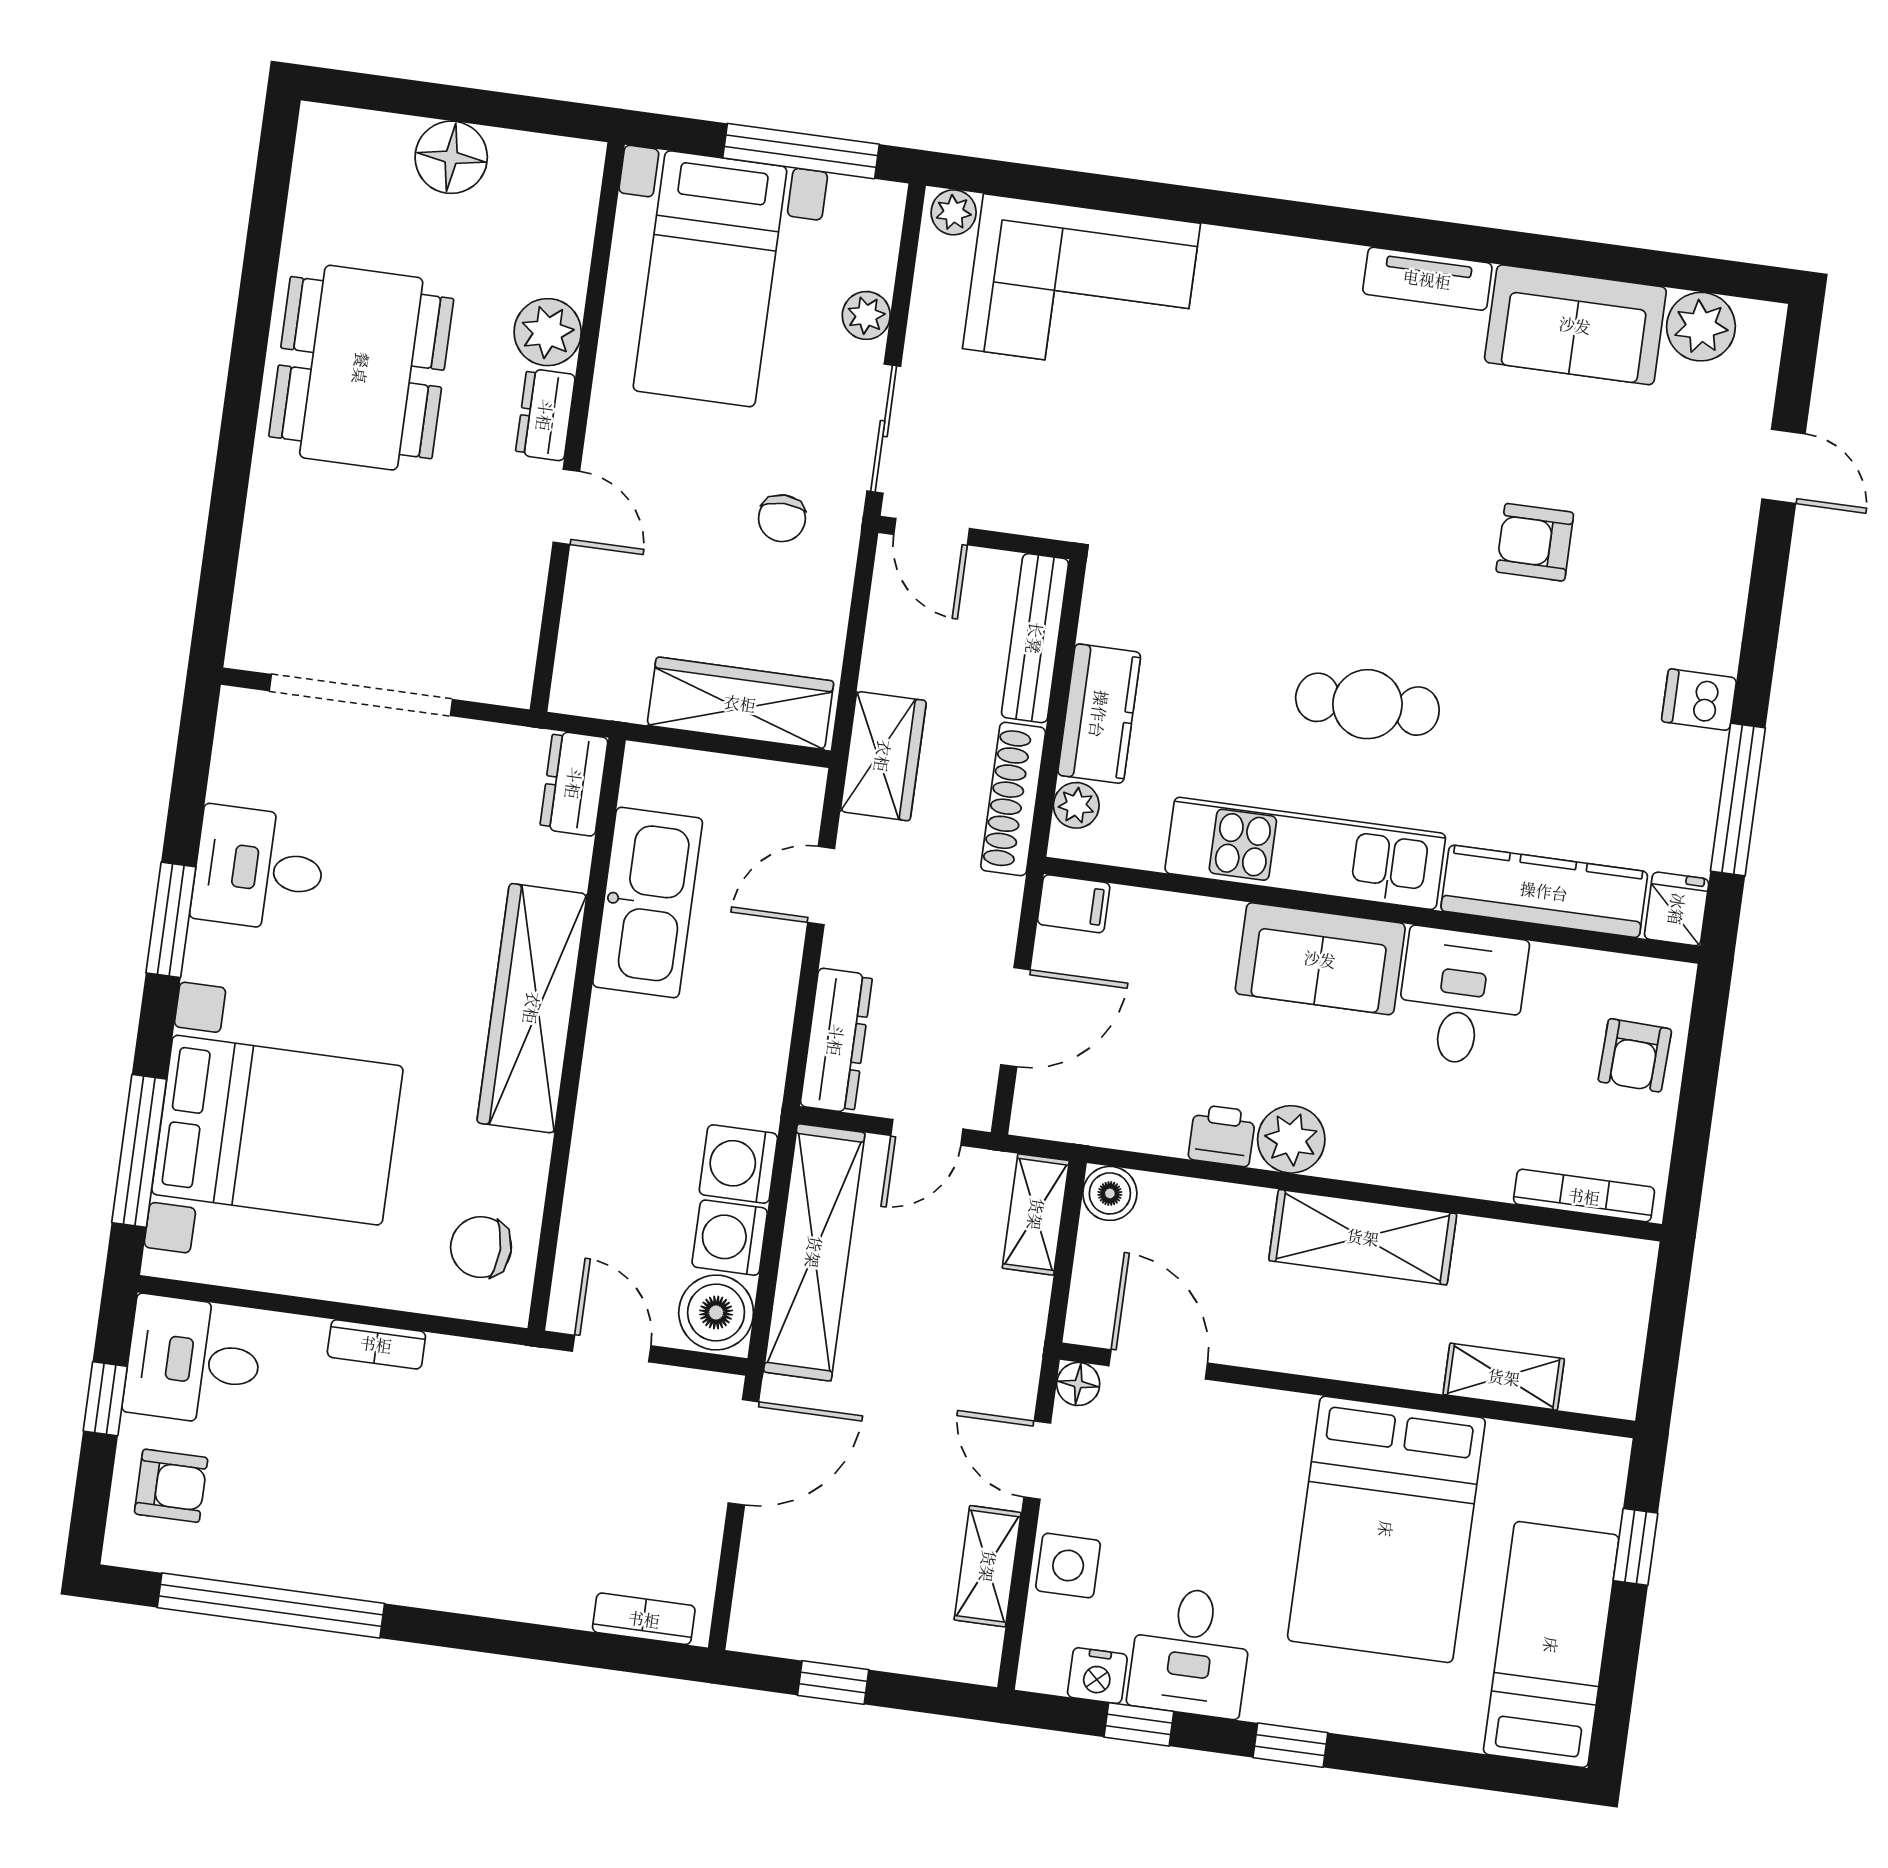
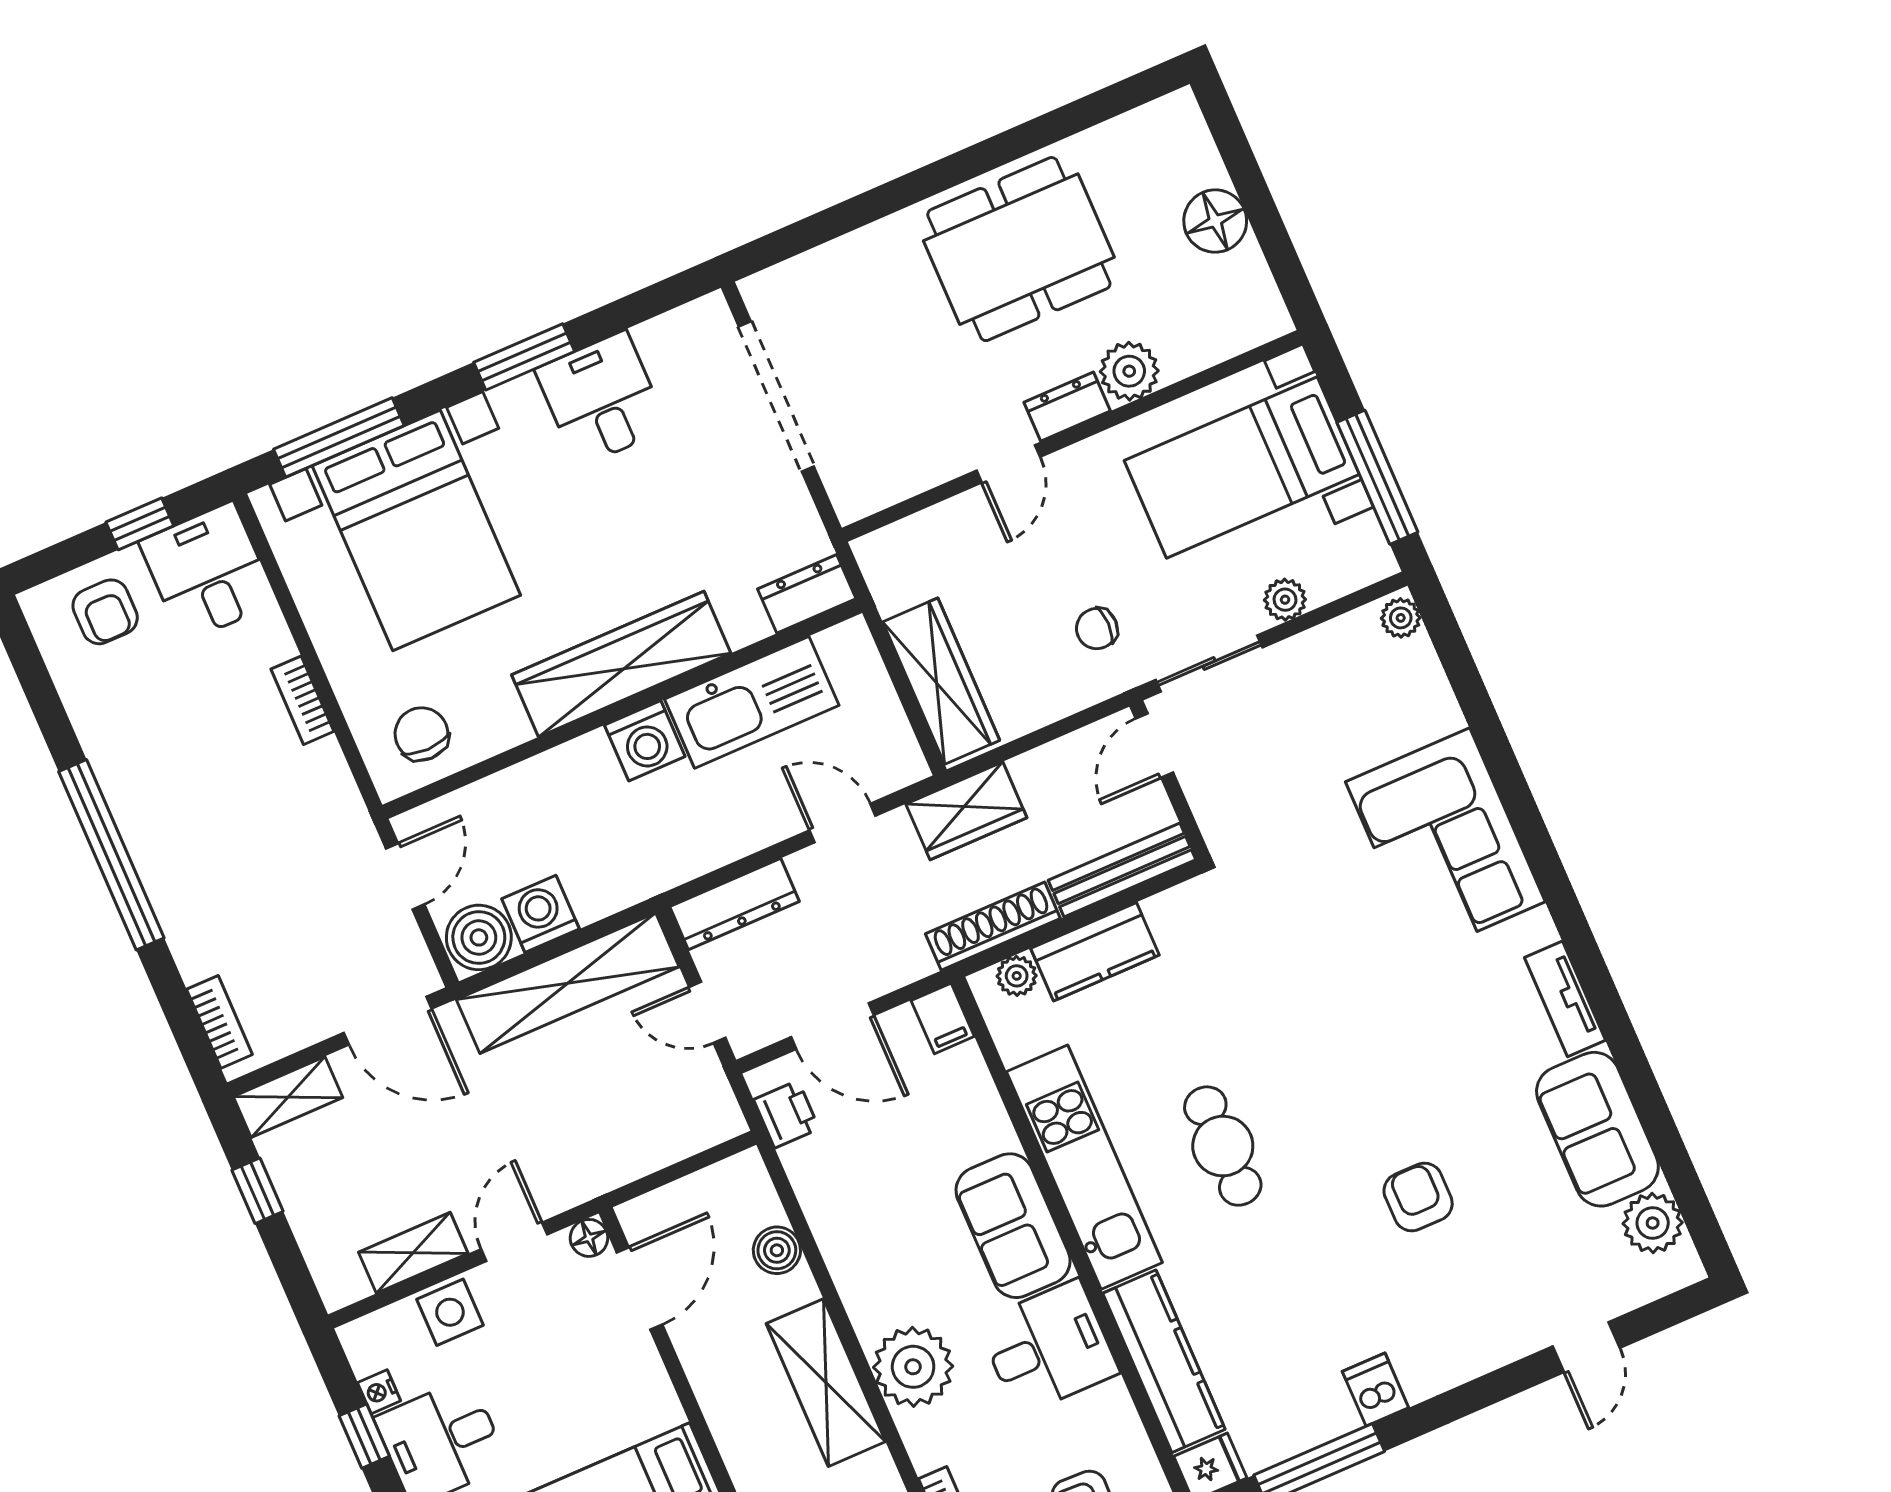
corner sofa: (1081, 286) -> (1445, 842), moved
printer: (1222, 1136) -> (786, 1114), moved
plant: (1291, 1139) -> (913, 1367), moved, width x1.36, depth x1.36
washing machine: (738, 1164) -> (645, 741), moved, turned 180
boiler: (1110, 1193) -> (777, 1250), moved
shelving: (1036, 1214) -> (288, 1097), moved
window: (271, 1605) -> (111, 855), moved
nightstand: (1097, 1676) -> (379, 1392), width x0.72, depth x0.74

